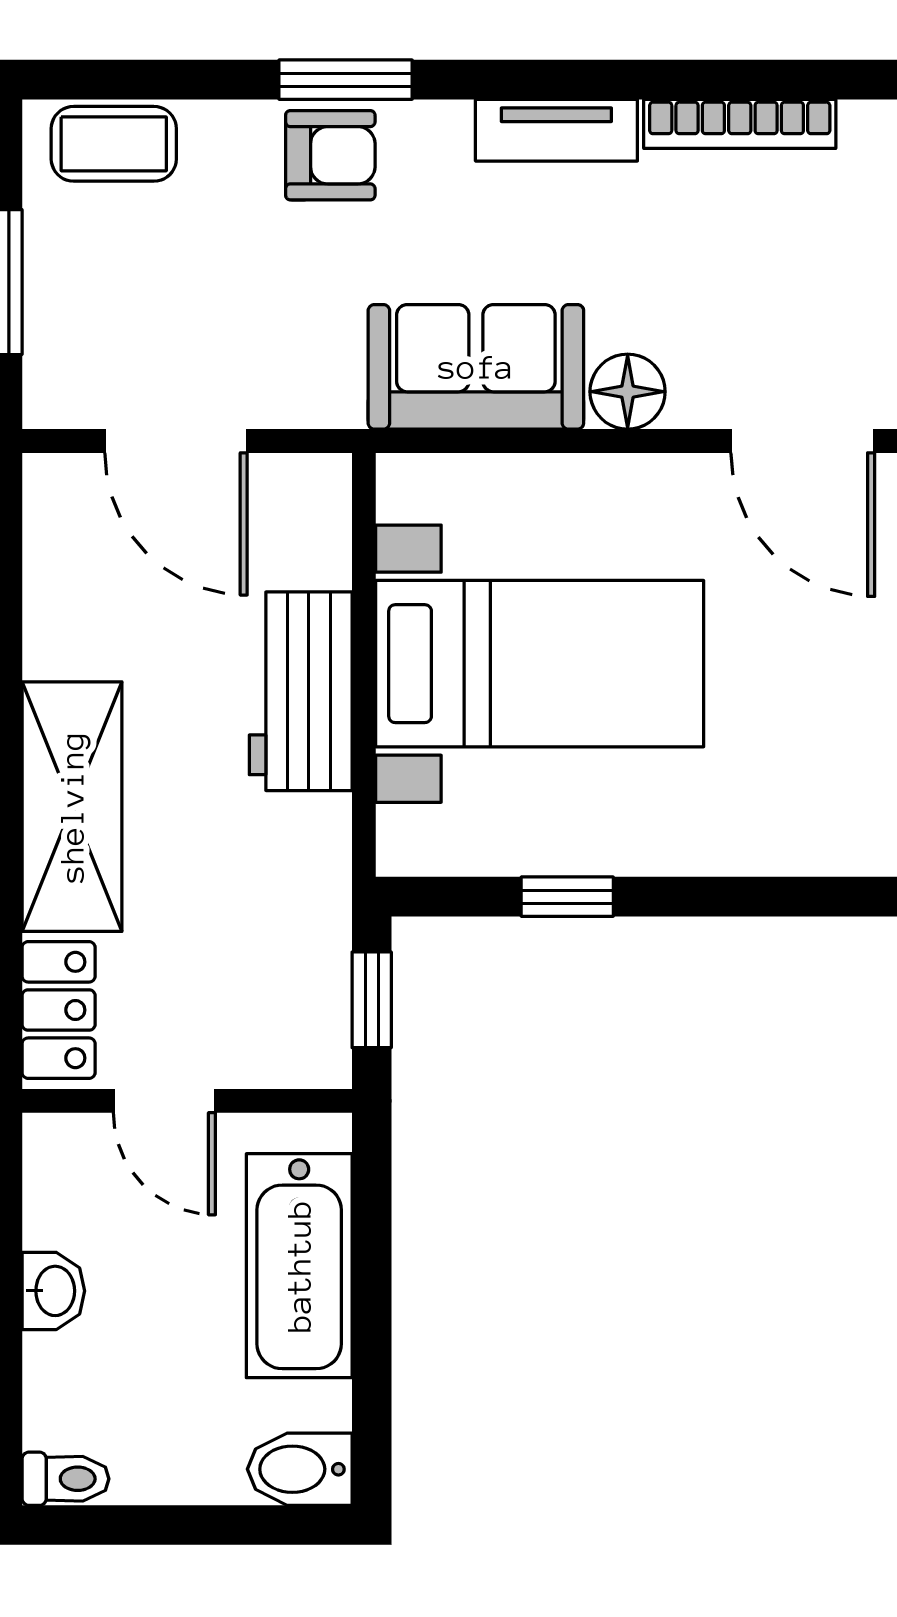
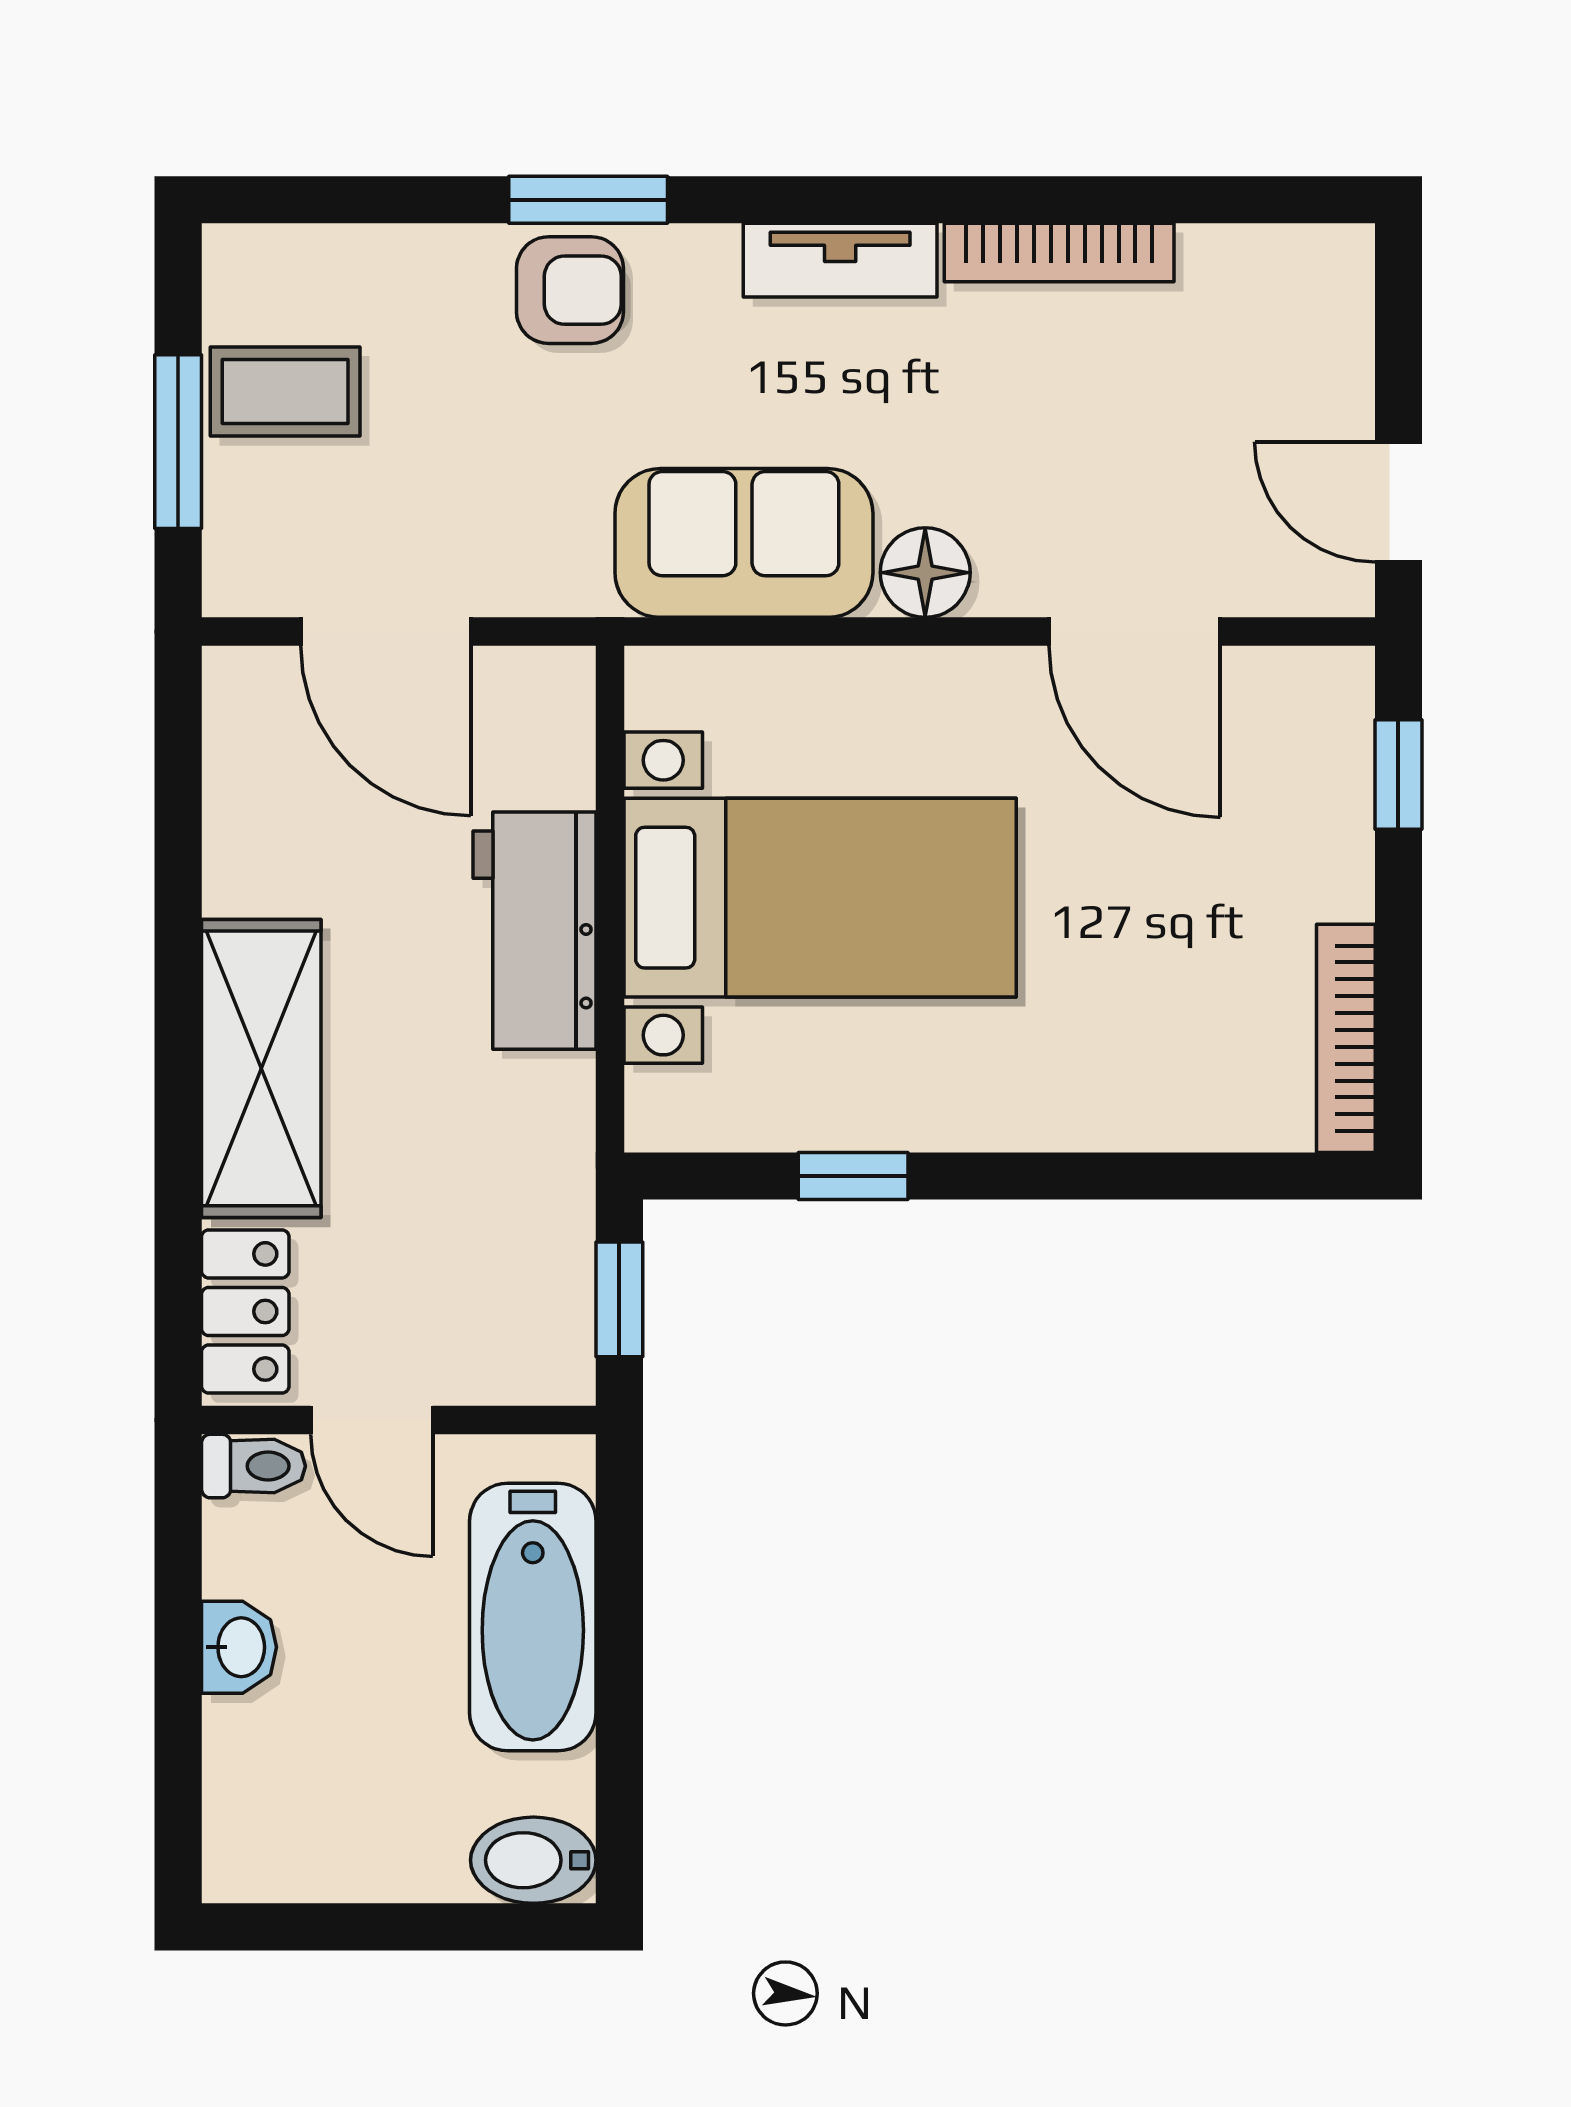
coffee table: (114, 144) -> (285, 391), moved
toilet: (65, 1479) -> (254, 1466), moved

